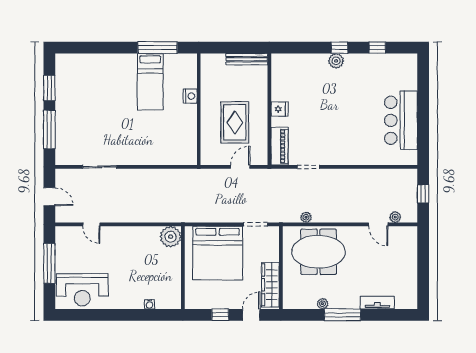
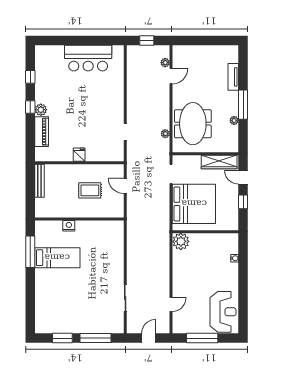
rug: (235, 122) -> (90, 190), width x0.73, depth x0.70
piano: (279, 146) -> (42, 132), moved, turned 90

